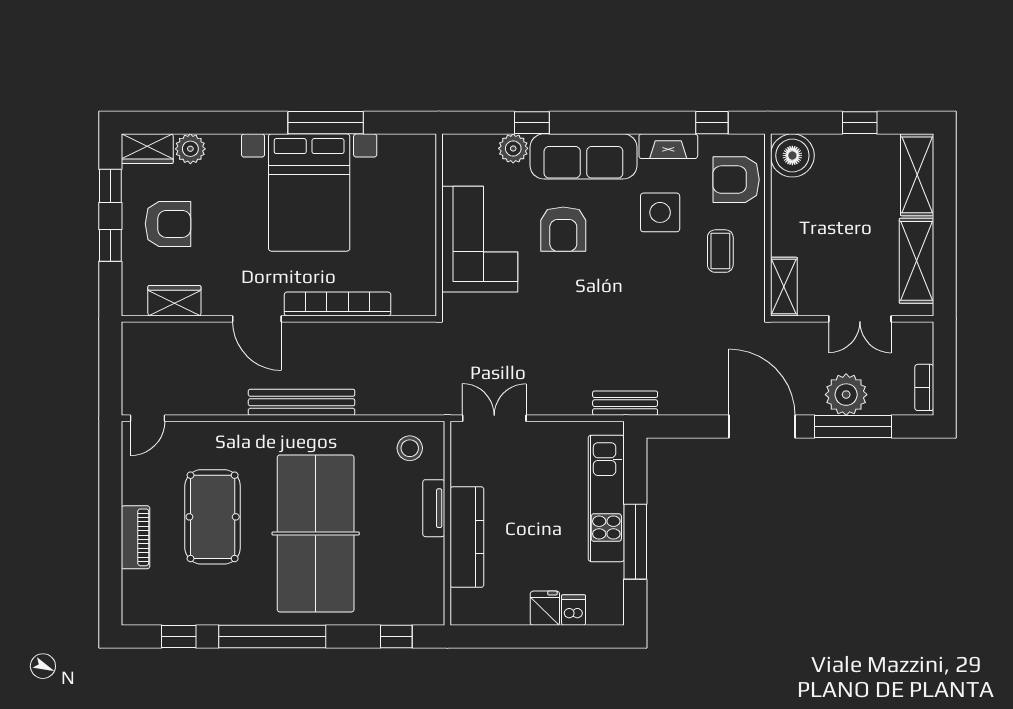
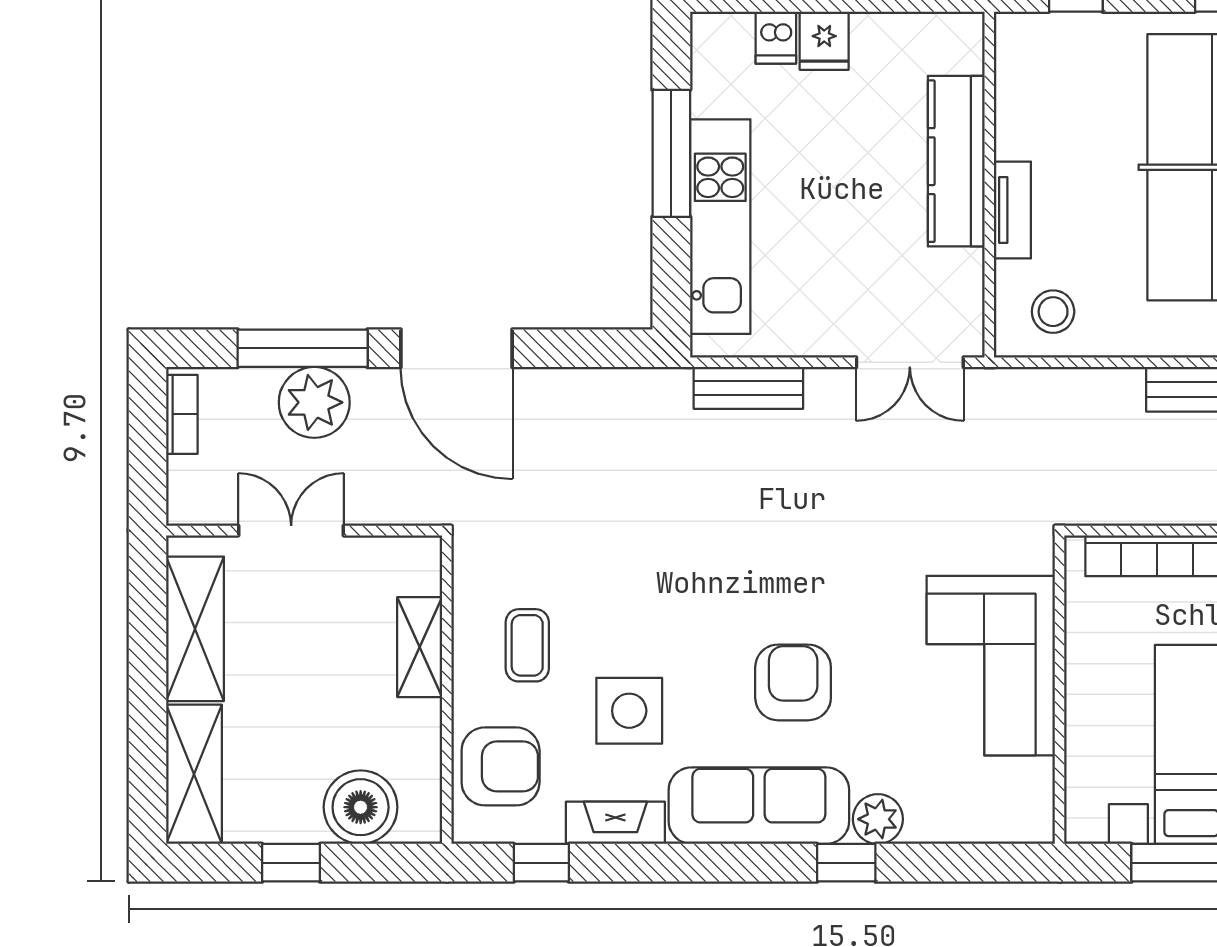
boiler: (792, 155) -> (361, 807), moved
wall: (439, 225) -> (1059, 690), moved
corner sofa: (480, 239) -> (991, 666), moved
shelving: (784, 287) -> (420, 647), moved
bench: (625, 403) -> (748, 388), moved

